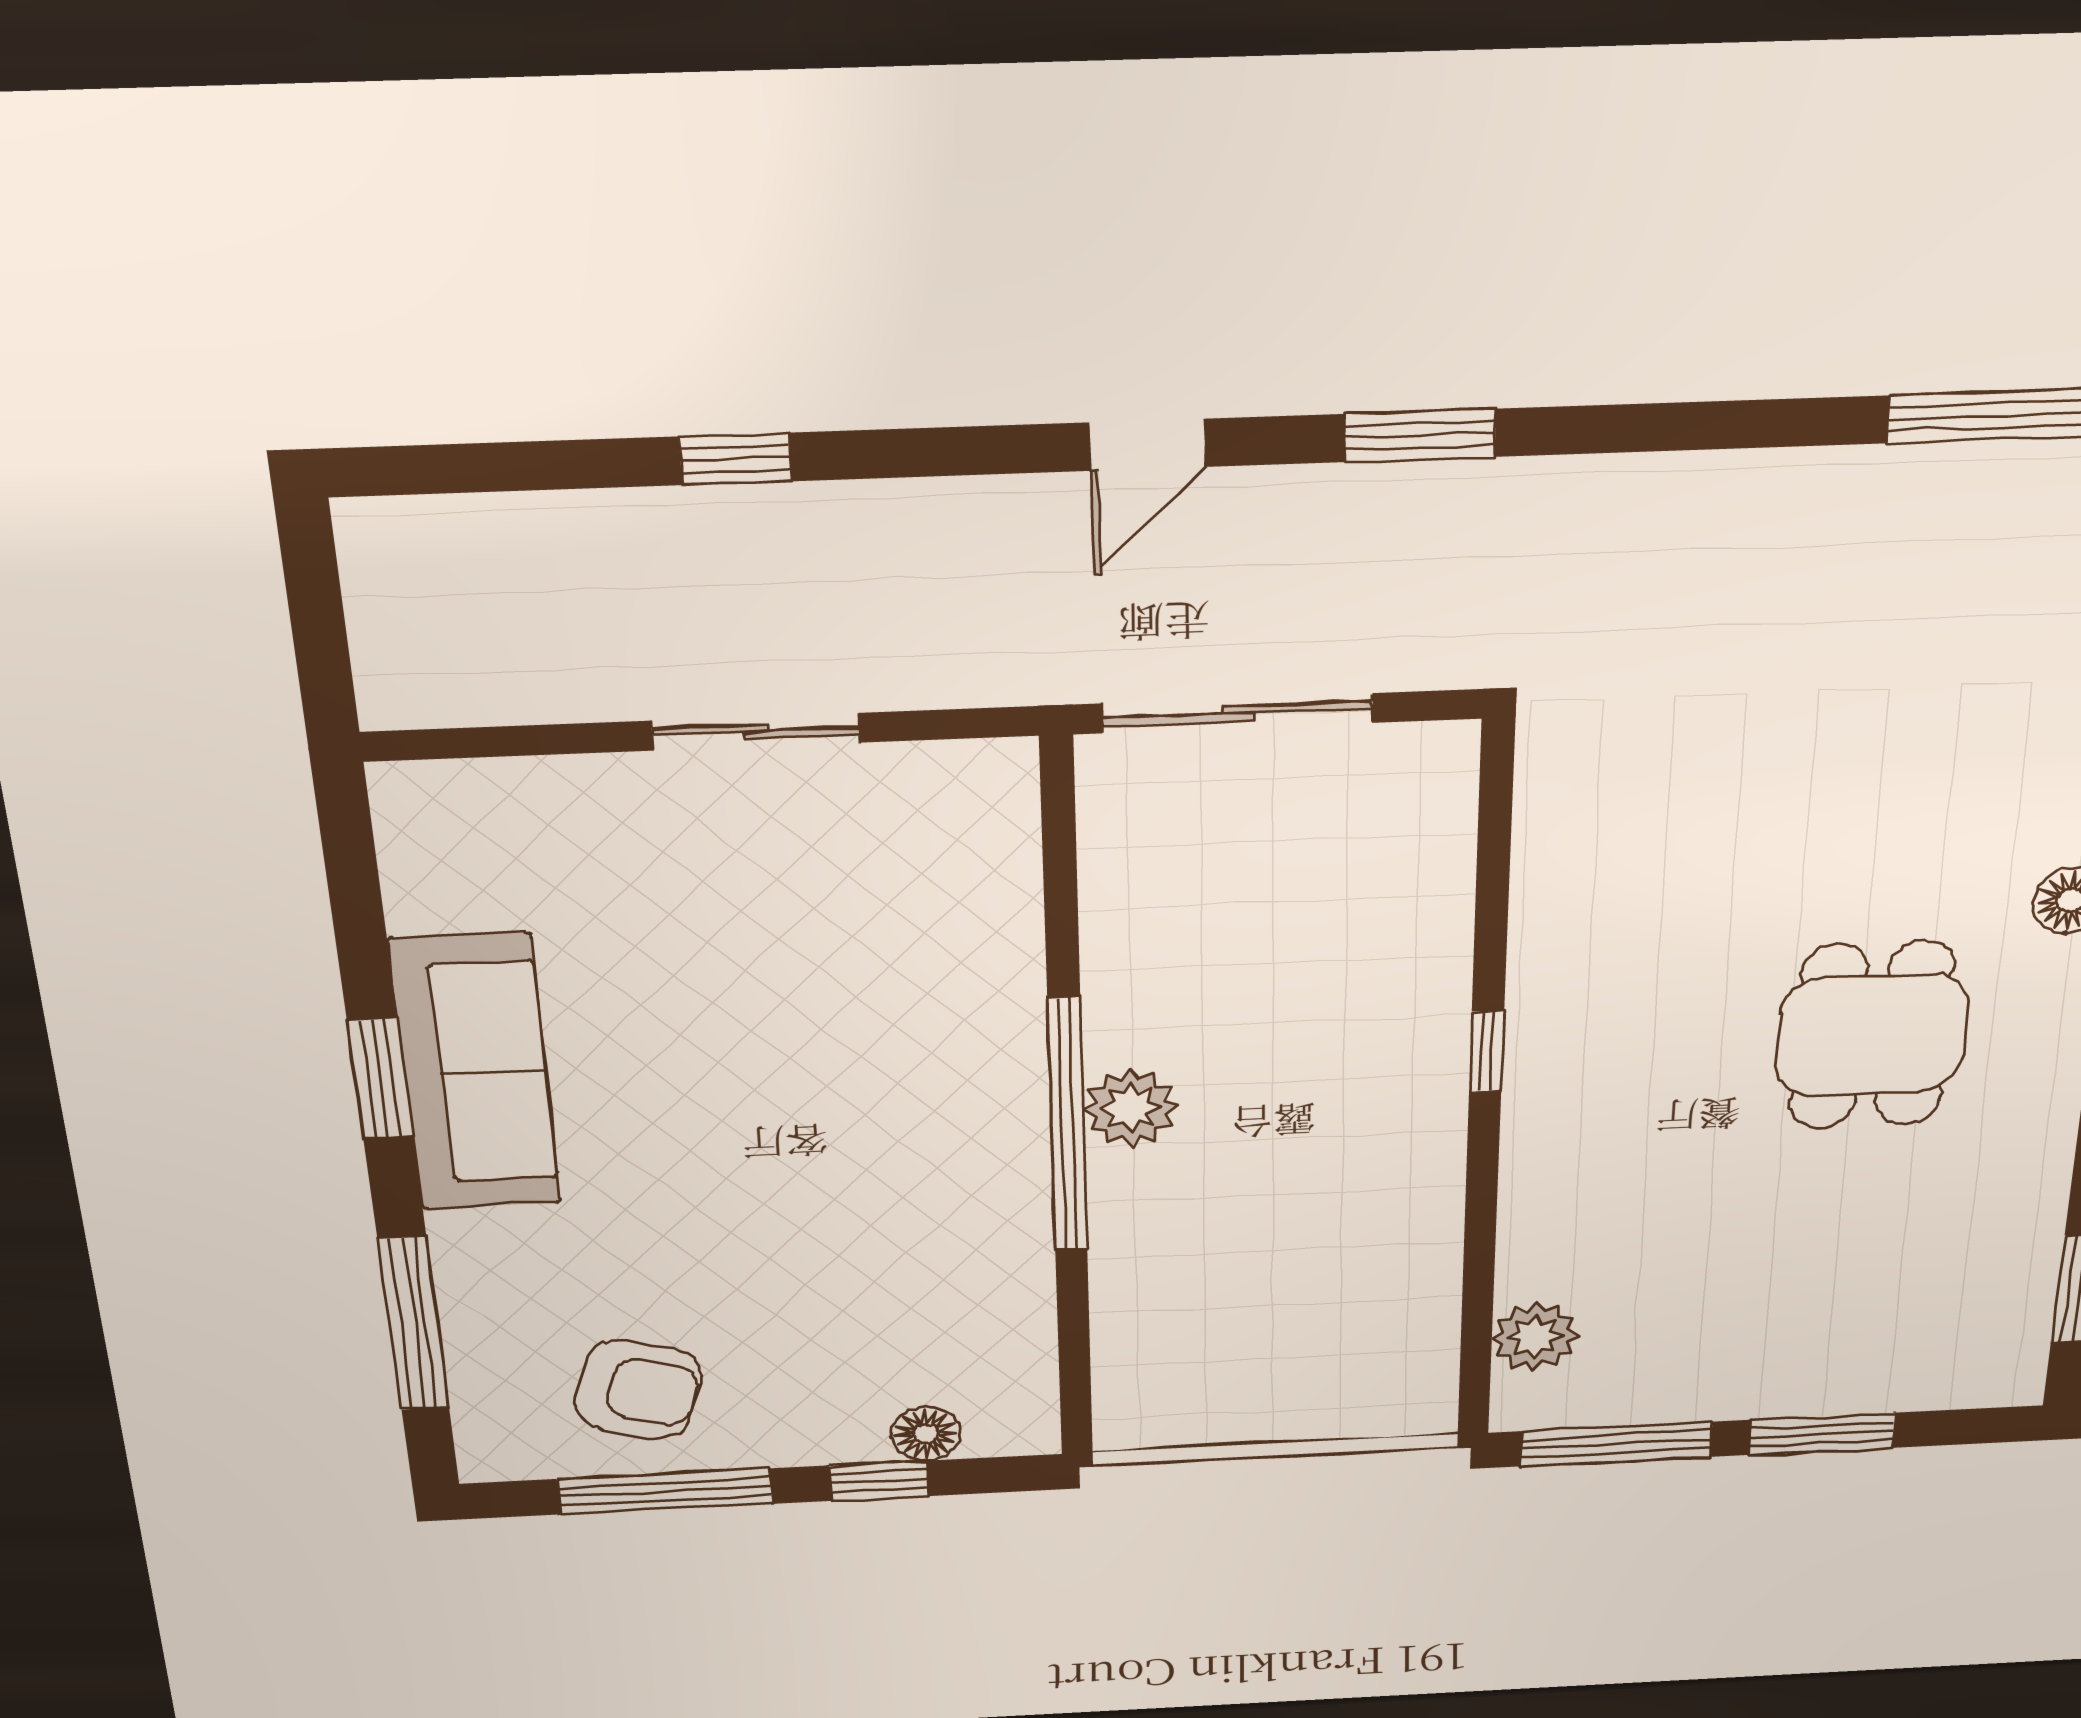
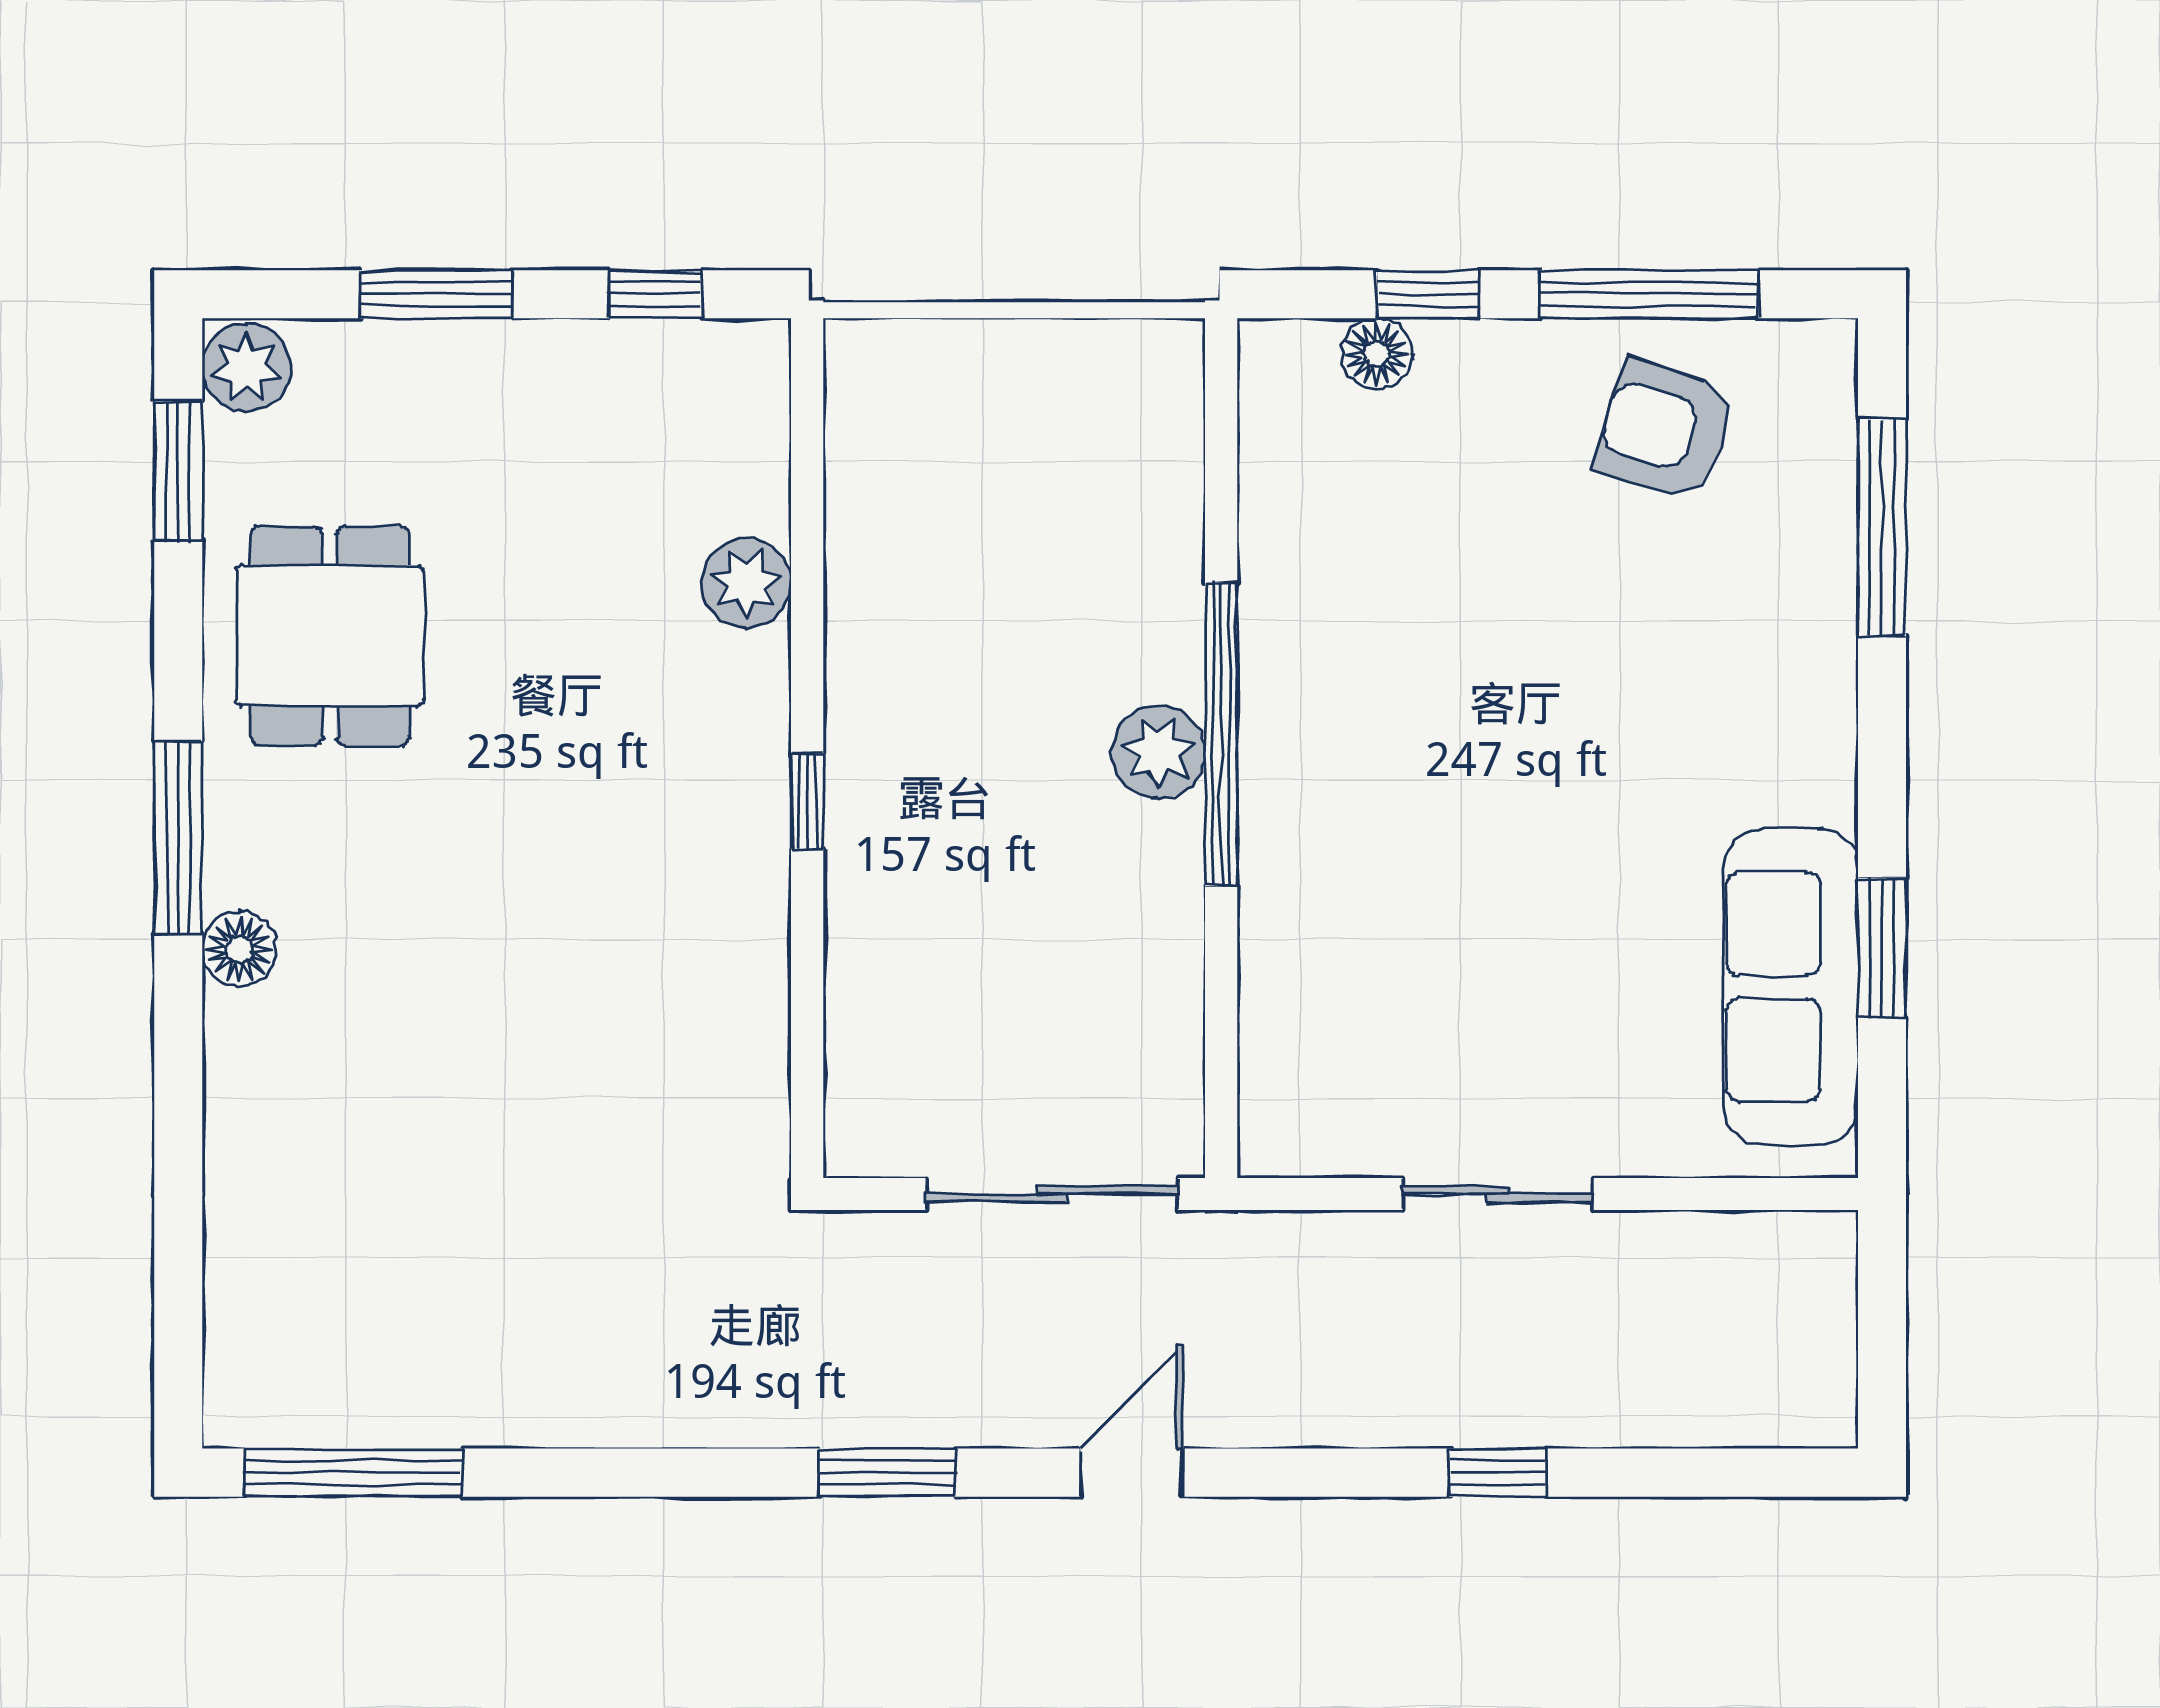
dining table: (1872, 1035) -> (330, 636), moved
sofa: (475, 1073) -> (1791, 987), moved
window: (380, 1079) -> (1882, 947), moved
plant: (1535, 1337) -> (746, 583), moved
plant: (2006, 1370) -> (246, 368), added
window: (1616, 1444) -> (655, 294), width x0.46

